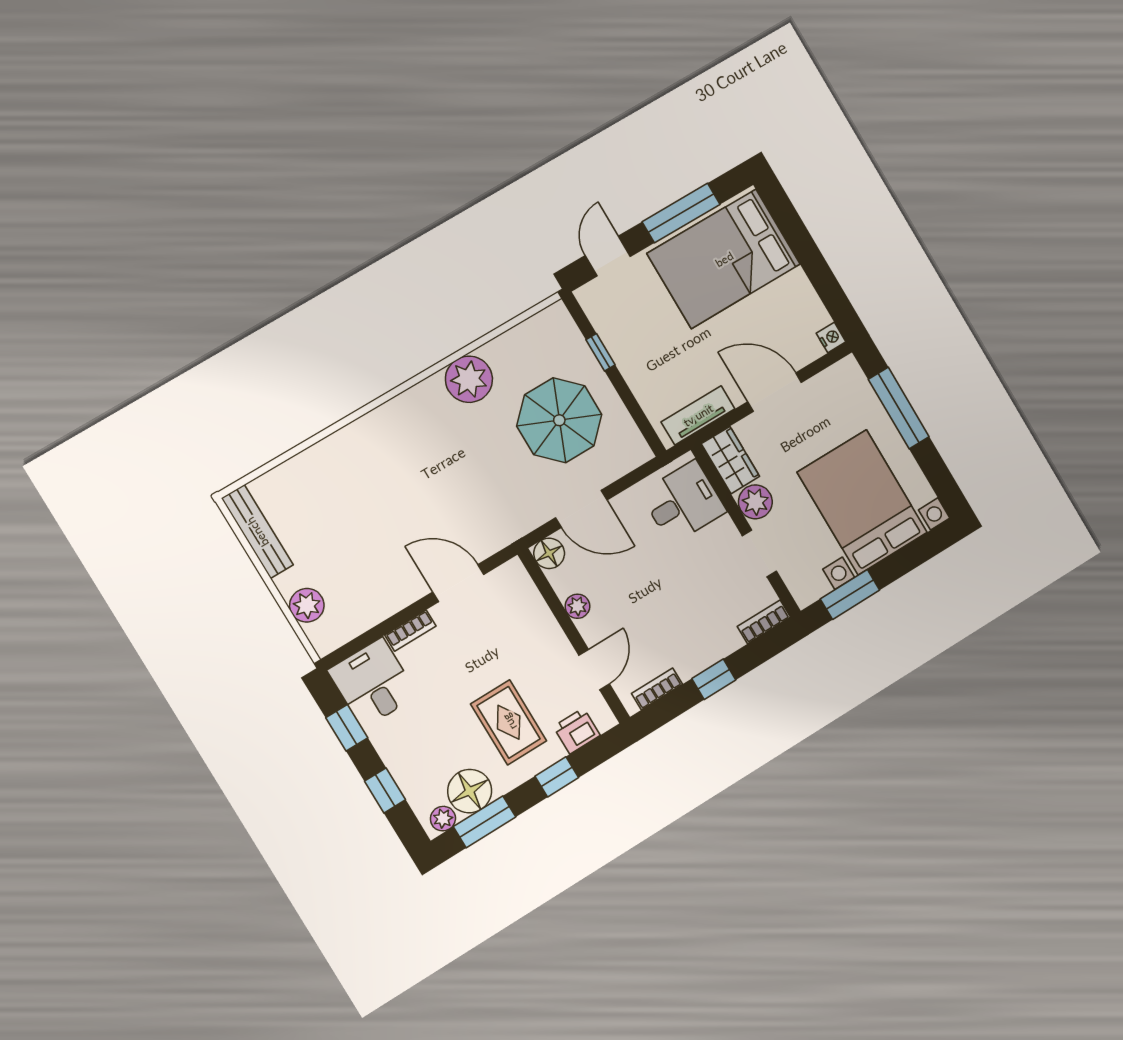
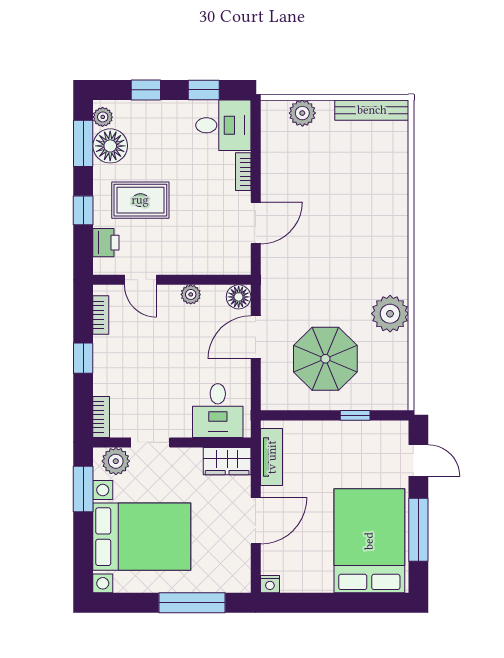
plant: (755, 502) -> (116, 461), moved

